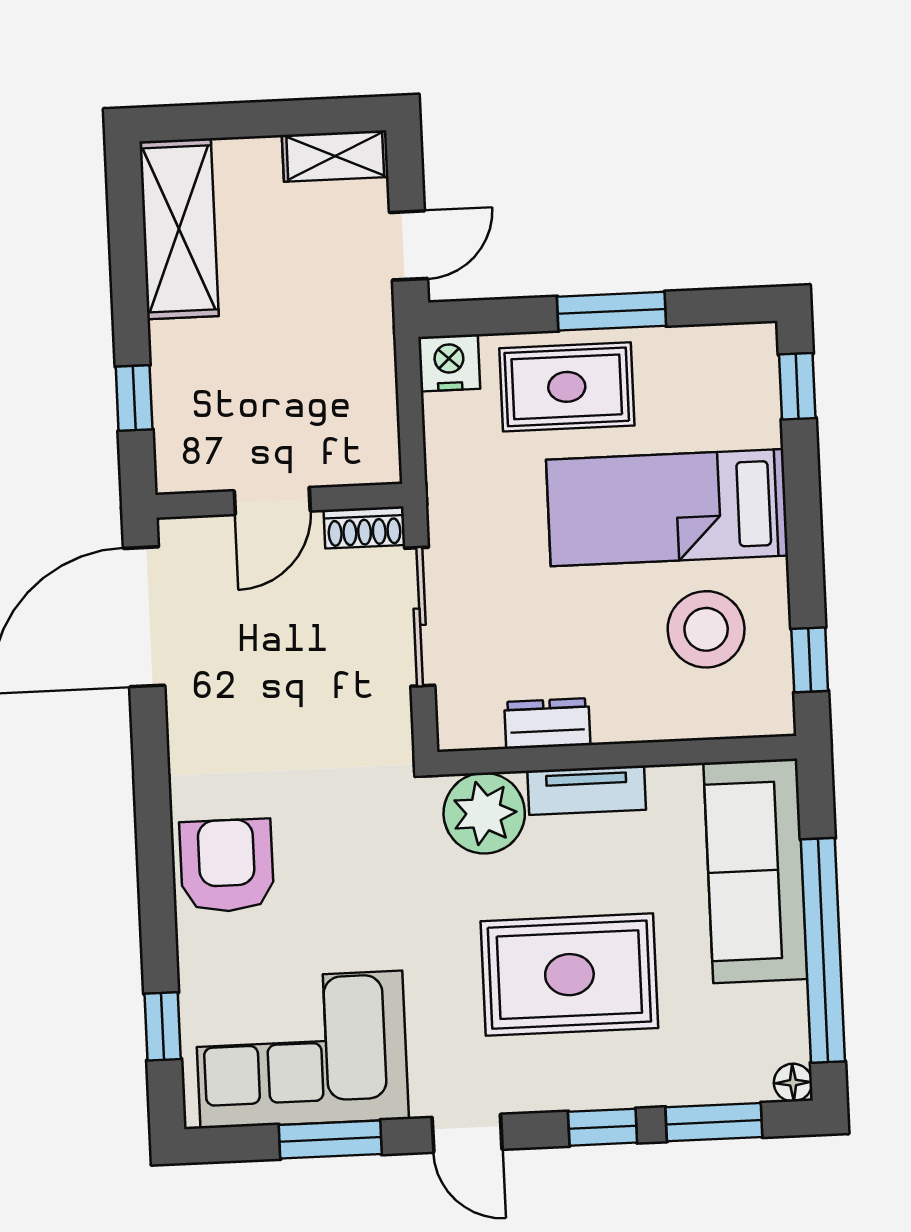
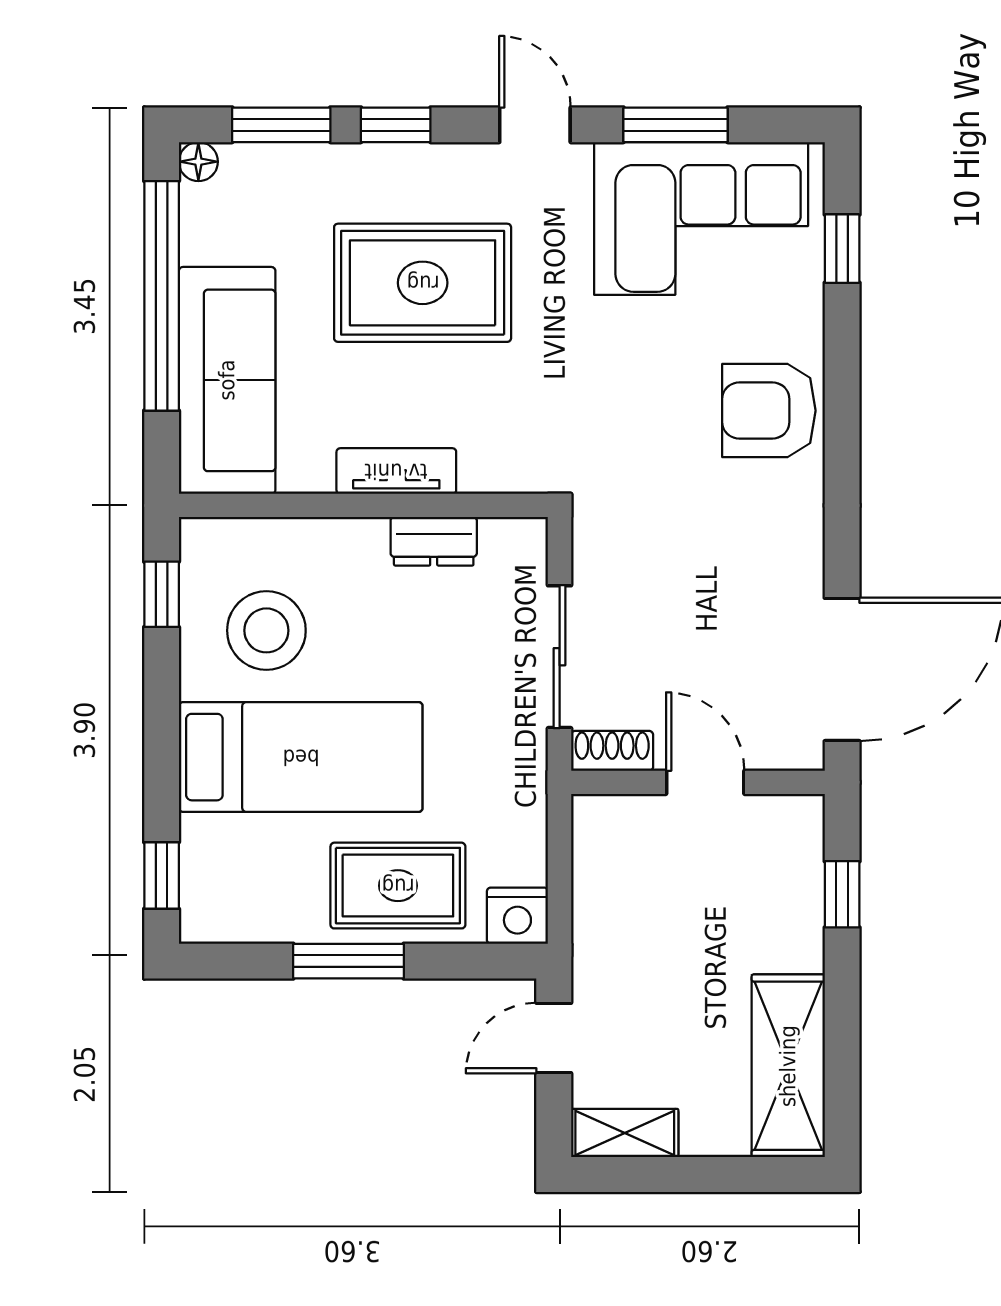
door: (272, 501) -> (705, 782), hinge flipped
plant: (484, 813) -> (502, 452), removed
armchair: (227, 866) -> (769, 411), turned 90

